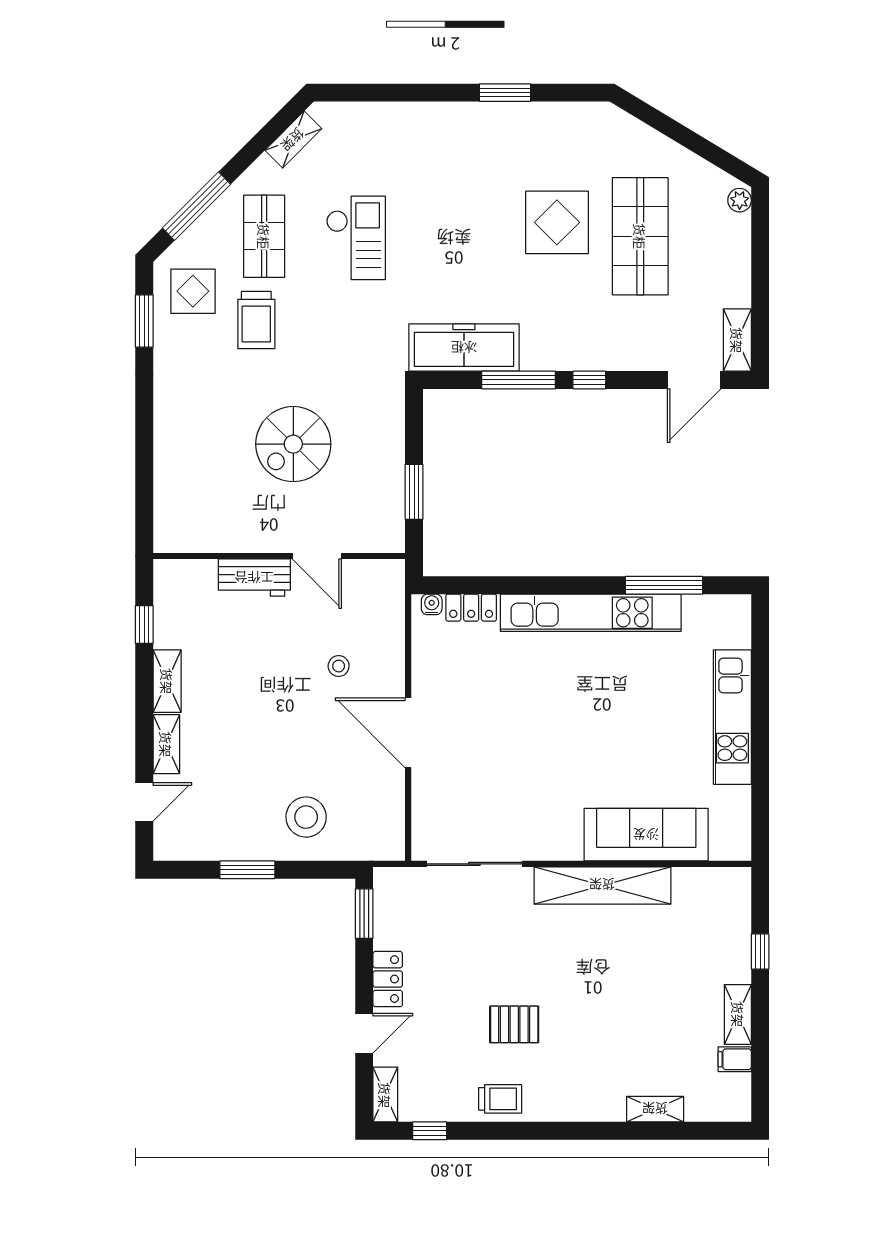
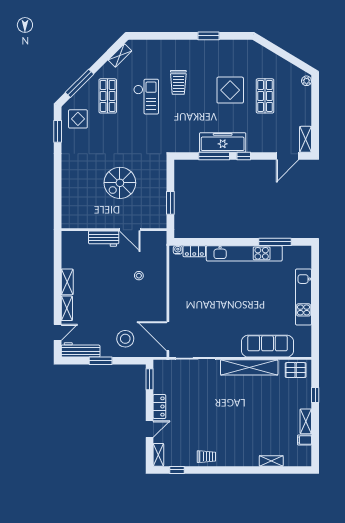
shop shelf: (640, 236) -> (265, 96), width x0.70, depth x0.74
trolley: (256, 320) -> (178, 82), moved
freezer: (464, 348) -> (223, 142), moved
window: (144, 625) -> (58, 258), removed
door: (408, 733) -> (168, 336), moved
workbench: (199, 844) -> (81, 350), added
pallet: (514, 1024) -> (296, 370), moved

